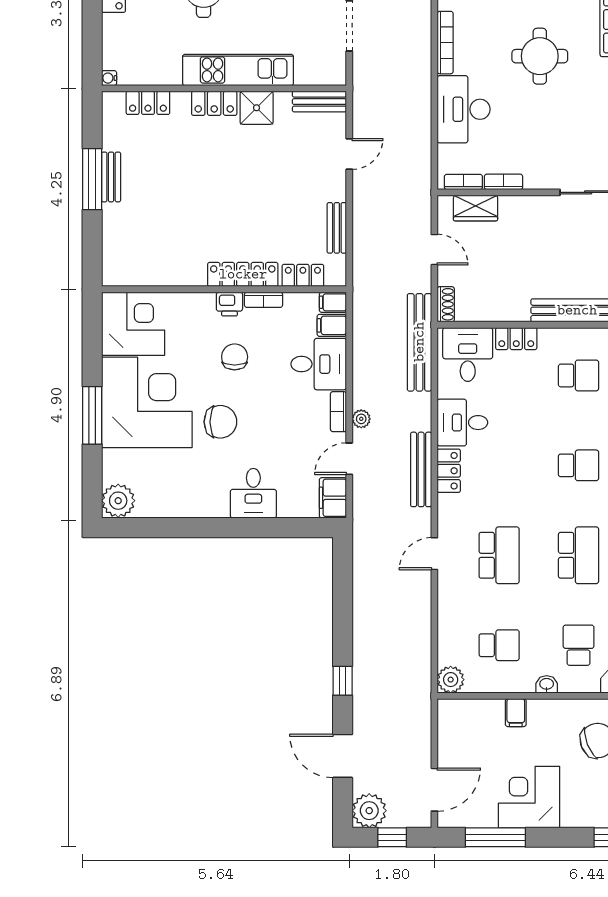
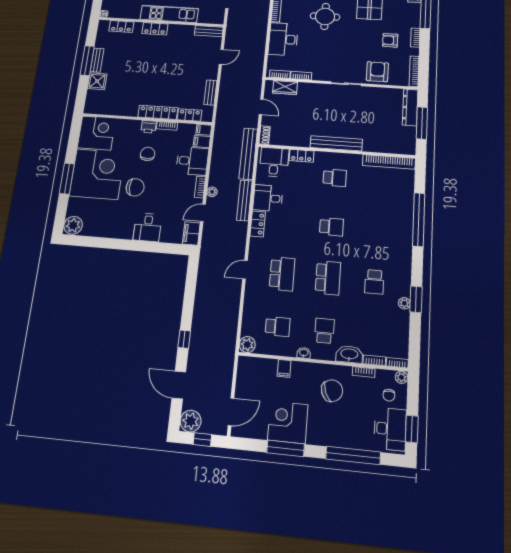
shower: (257, 108) -> (97, 81), moved
bench: (421, 469) -> (244, 200), moved
window: (495, 837) -> (286, 448), moved

